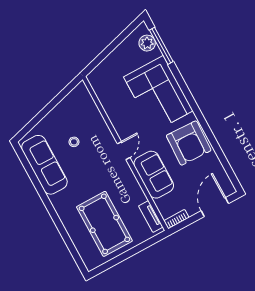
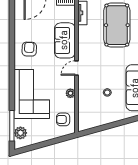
armchair: (107, 84) -> (63, 119), added
plant: (115, 118) -> (70, 93), added
armchair: (189, 143) -> (29, 49), width x0.53, depth x0.53

